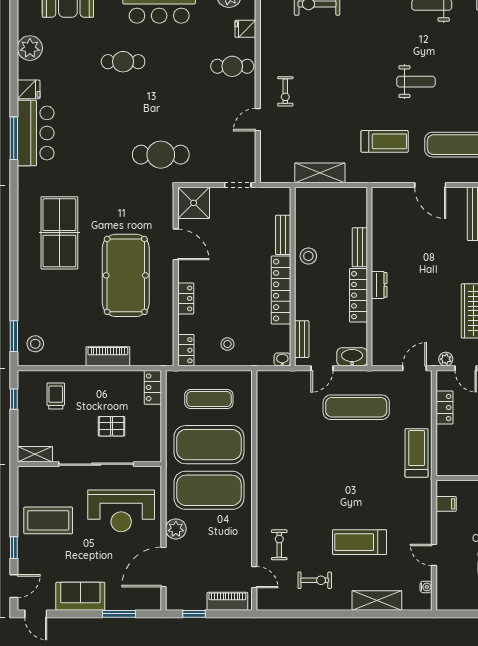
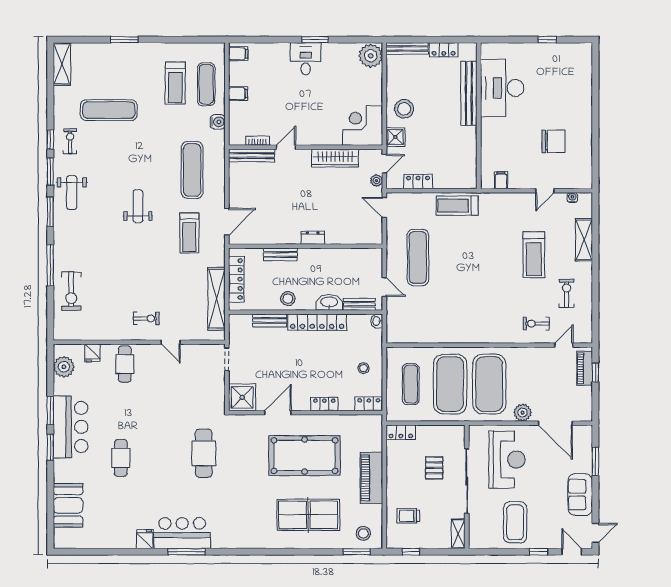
plant: (30, 48) -> (109, 538), removed
treadmill: (385, 141) -> (189, 233), turned 180
cafe table: (161, 155) -> (204, 453), moved
shelving: (320, 173) -> (216, 299), width x1.47
door: (430, 185) -> (227, 222), moved
table tennis table: (59, 233) -> (308, 515), moved
locker: (358, 295) -> (236, 279), moved, turned -90
piano: (108, 356) -> (371, 478), width x1.37, depth x1.33
washbasin: (352, 357) -> (329, 302), moved, turned 90
window: (194, 614) -> (595, 373), moved

